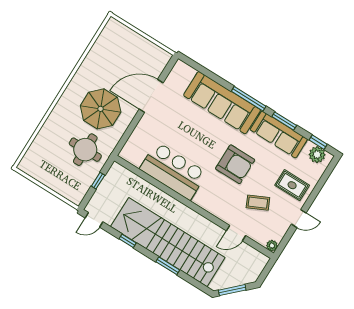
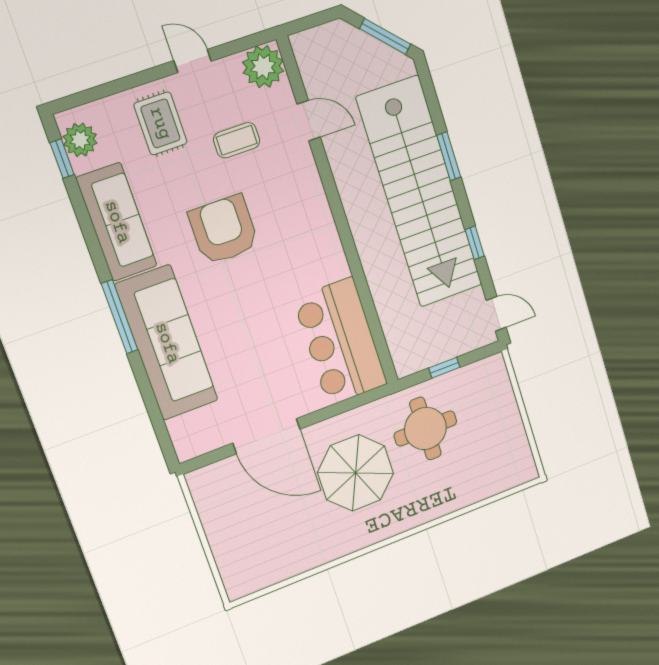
window: (284, 121) -> (91, 237), removed
bar counter: (173, 171) -> (340, 342), moved
coffee table: (258, 203) -> (237, 140), turned -65
plant: (272, 246) -> (263, 67), width x1.88, depth x1.88

